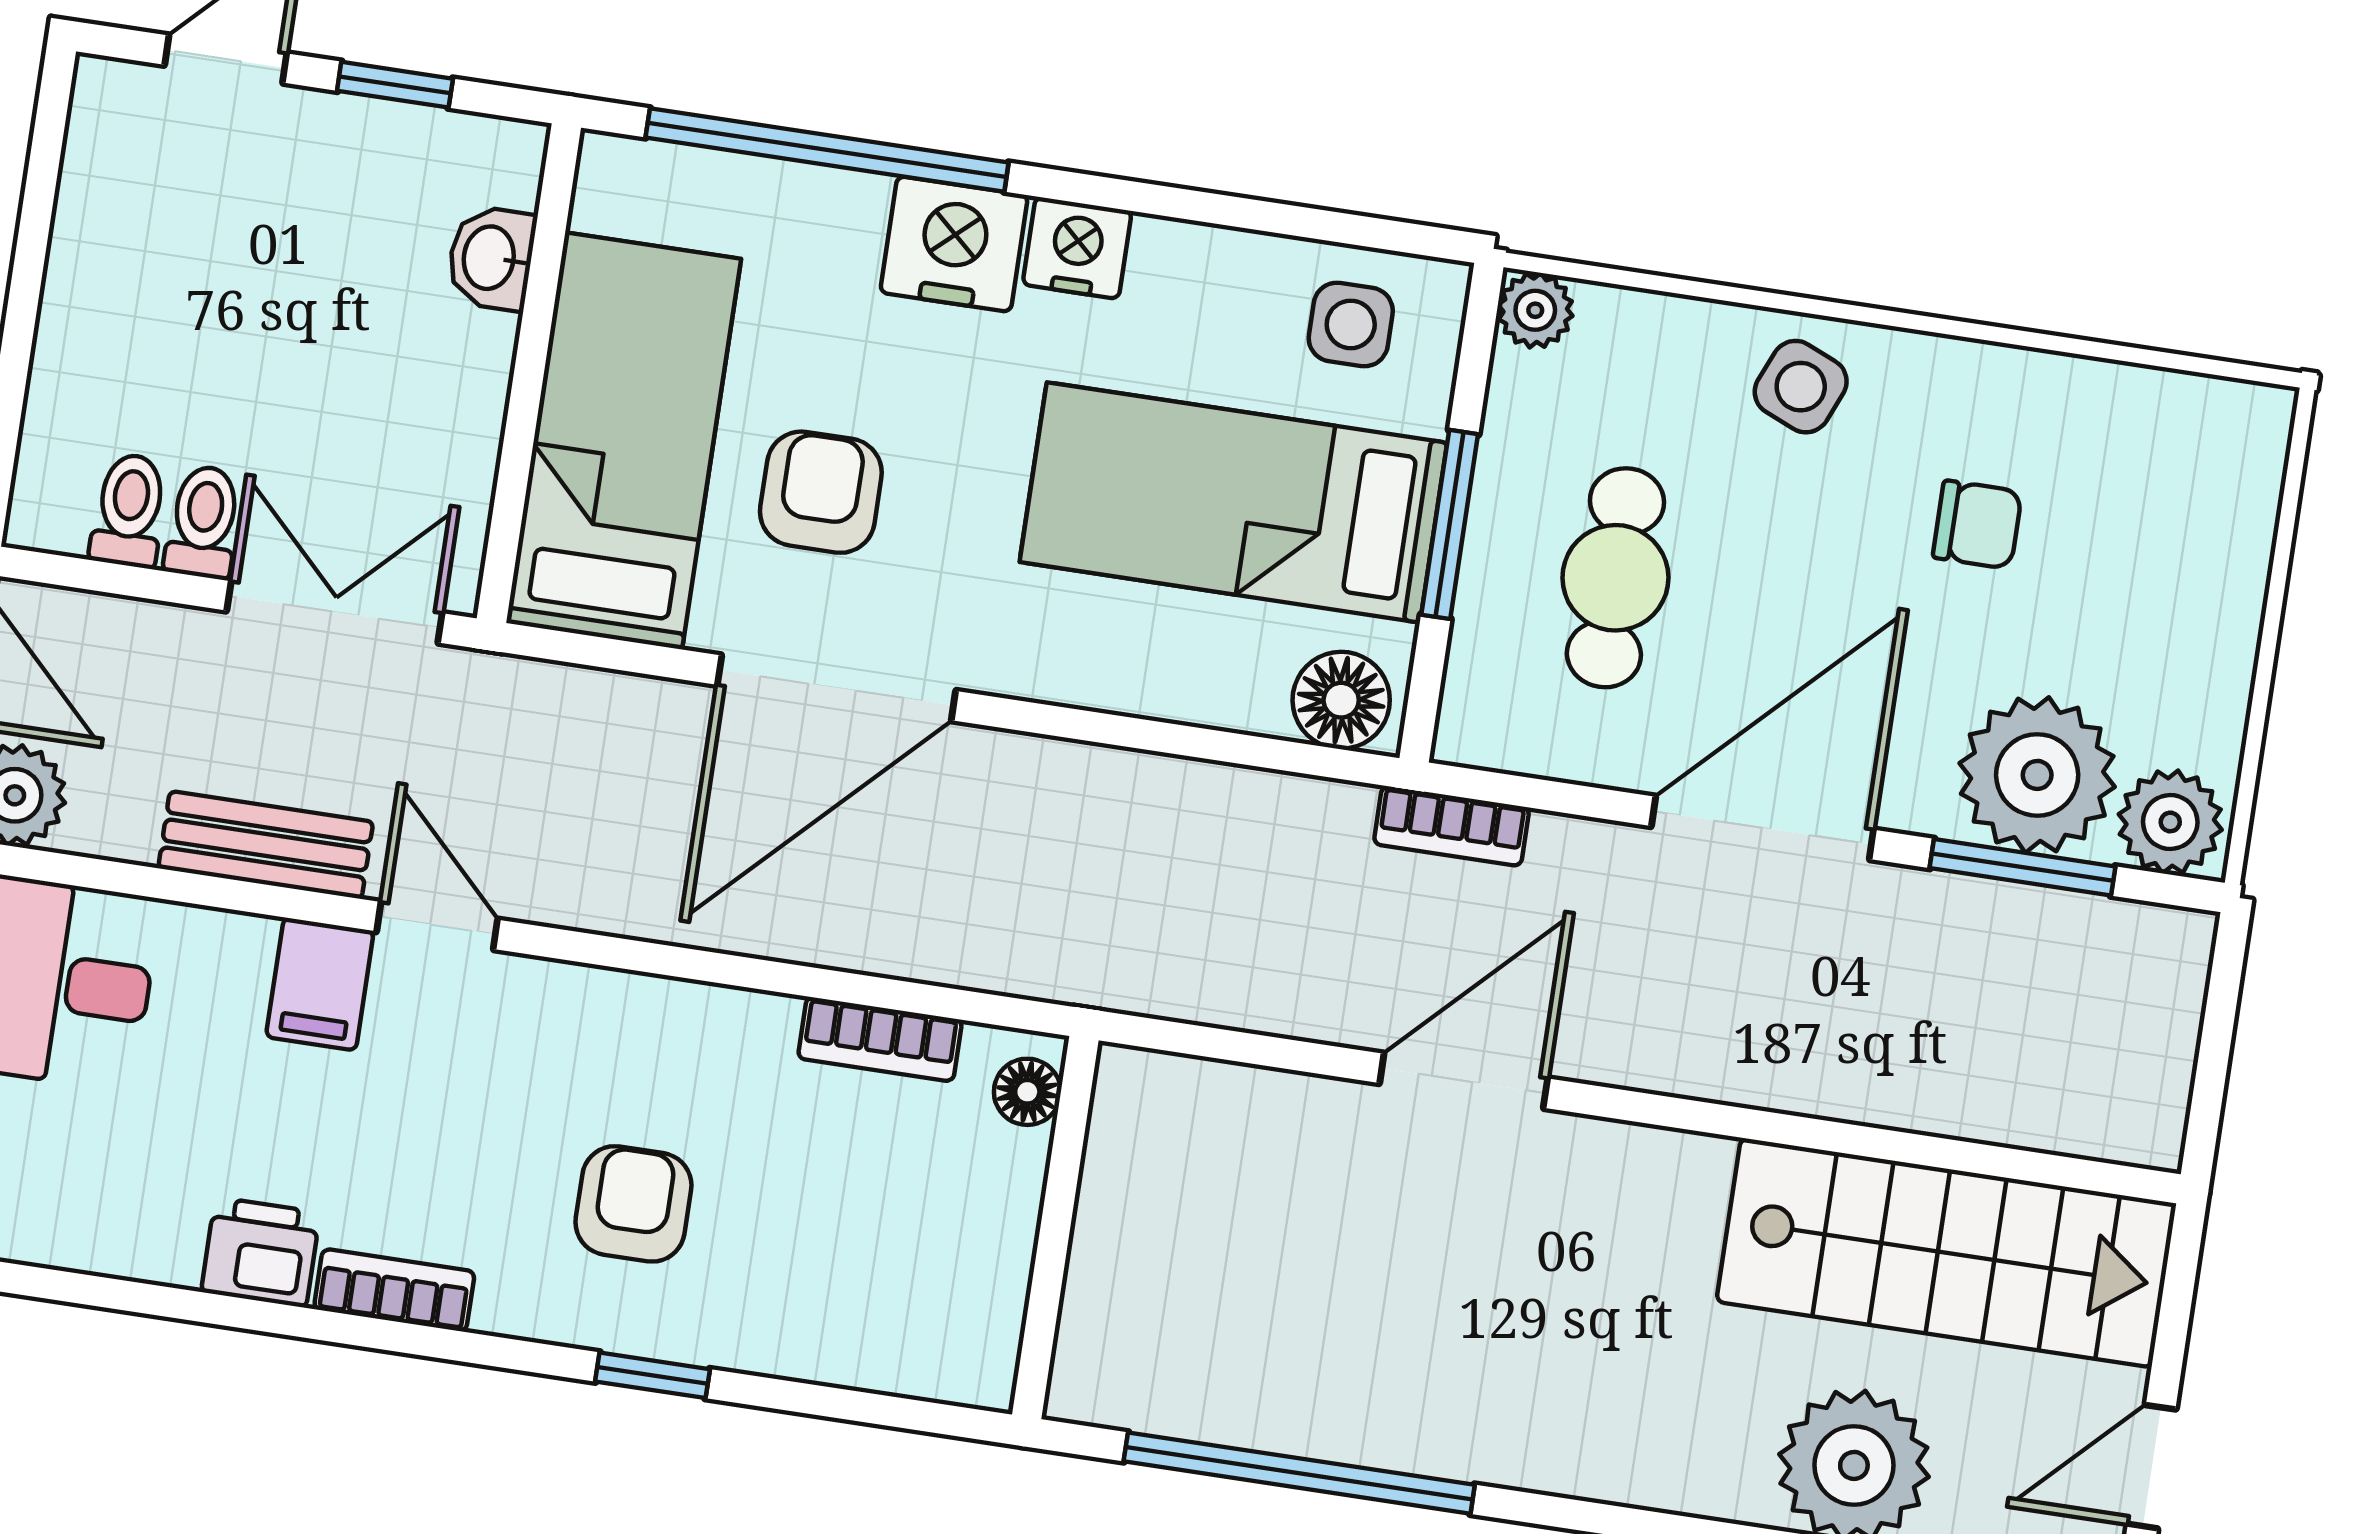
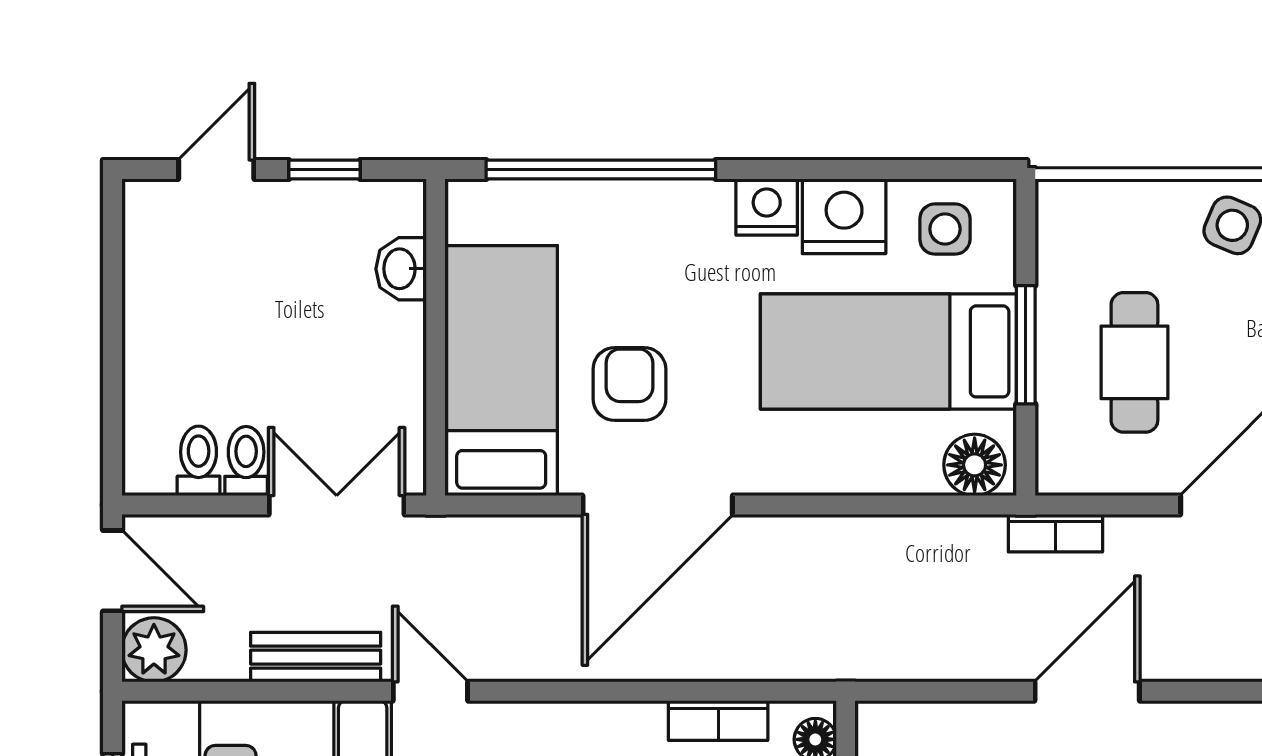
nightstand: (954, 244) -> (844, 216), moved
plant: (1535, 310) -> (1059, 203), removed

